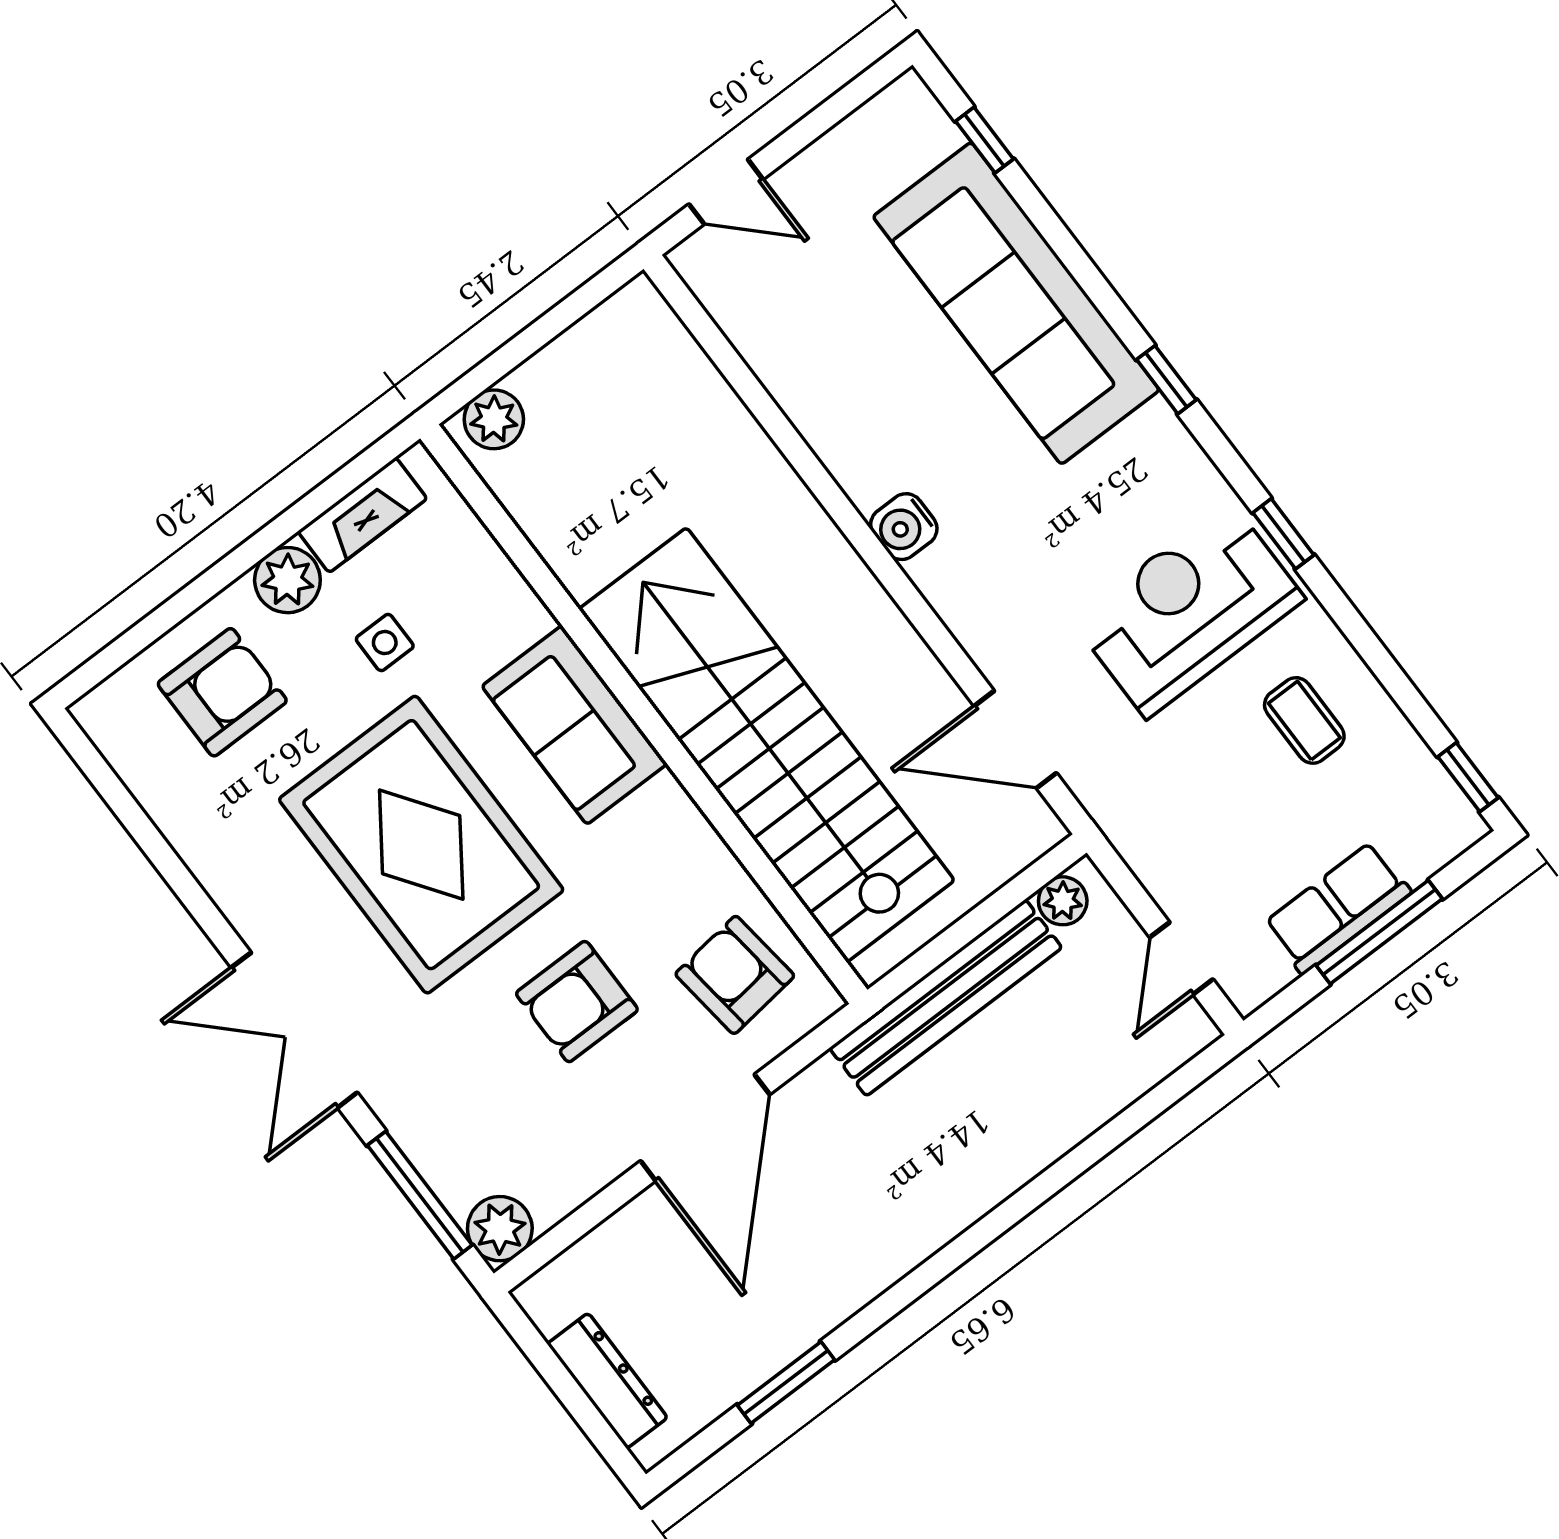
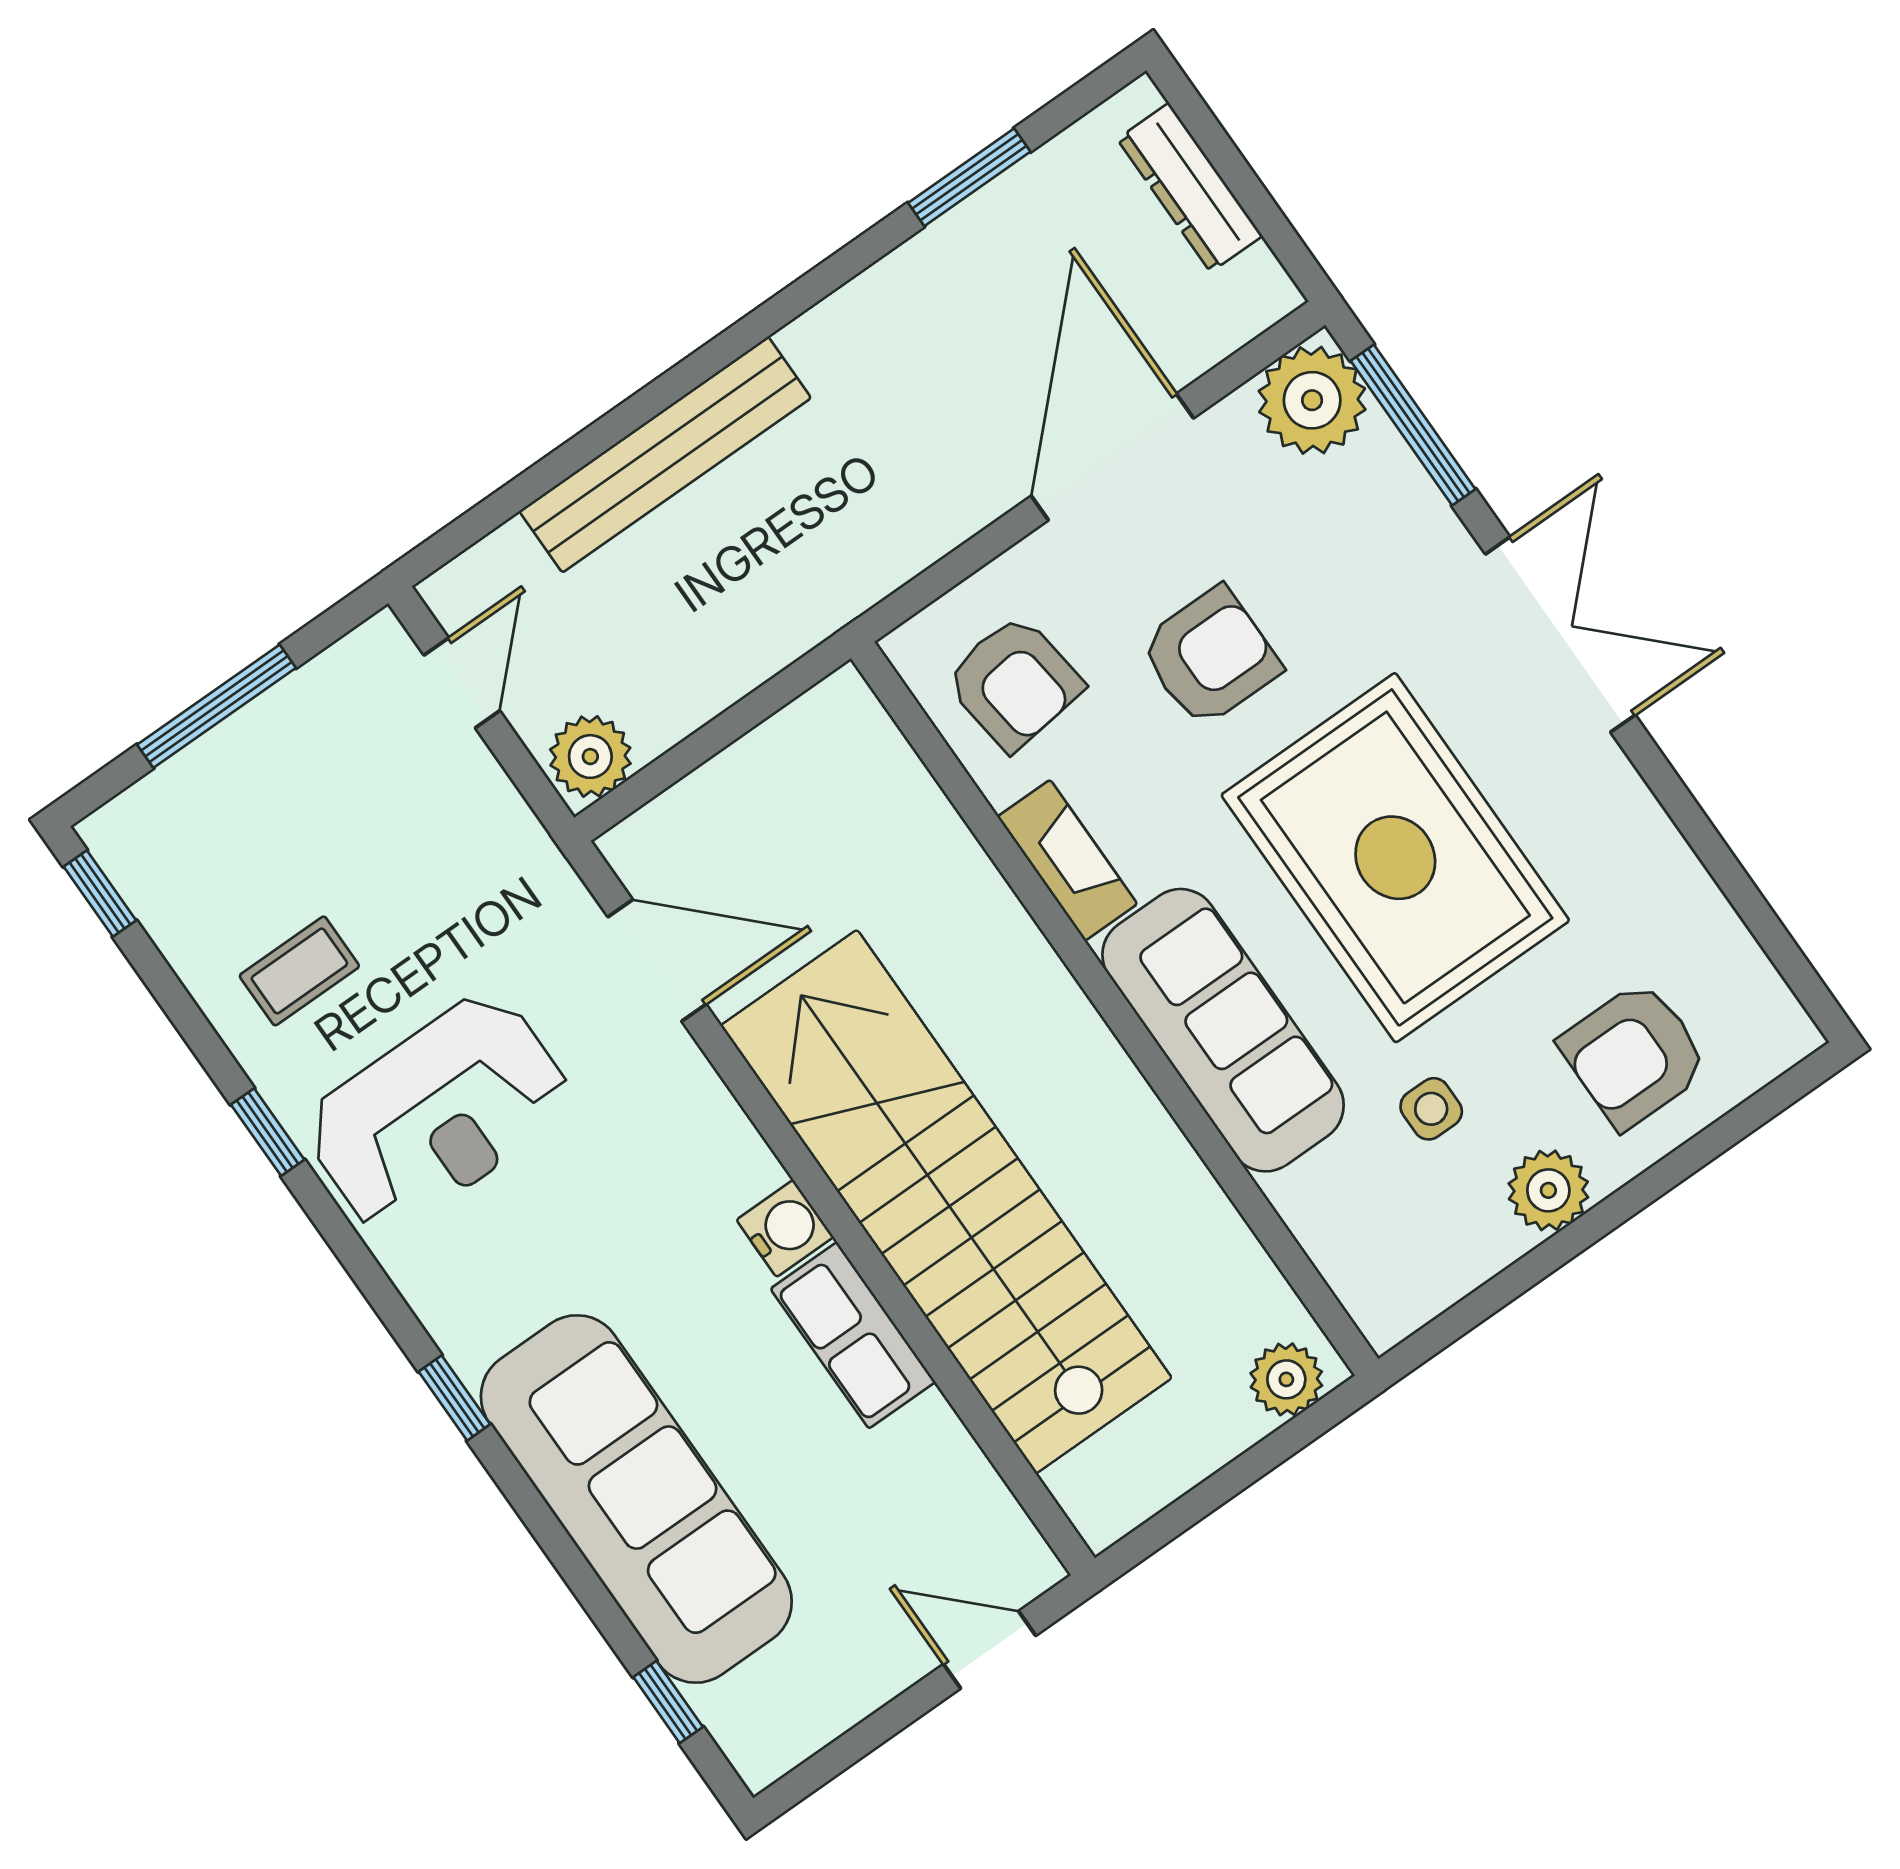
fireplace: (362, 515) -> (1067, 860), moved, turned 90
window: (1283, 534) -> (268, 1132), moved
coffee table: (1304, 720) -> (299, 971), turned 90
sofa: (574, 725) -> (1223, 1030), width x1.36
stairs: (767, 745) -> (946, 1202), moved, turned 180
plant: (1063, 901) -> (590, 757), width x1.38, depth x1.38
row of seats: (1337, 908) -> (853, 1335), moved, turned 90
bench: (946, 998) -> (665, 455), moved
door: (705, 1128) -> (1112, 457), moved
plant: (500, 1229) -> (1312, 400), width x1.36, depth x1.36

